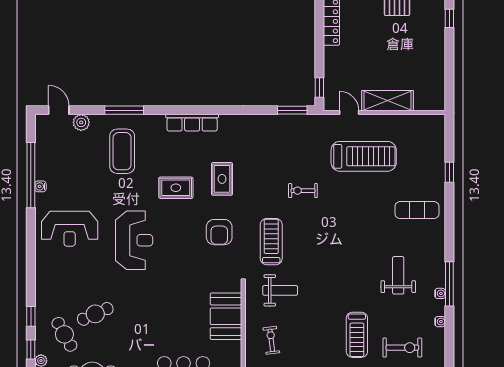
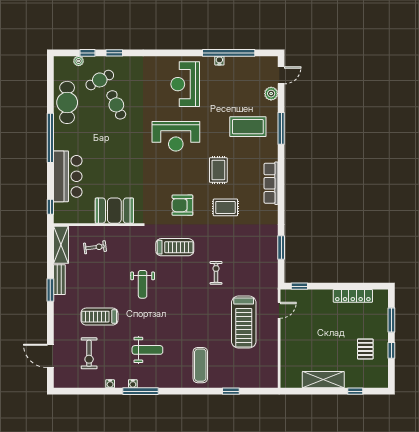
shelving: (387, 101) -> (323, 380), moved, turned 90
window: (292, 110) -> (281, 248), moved
weight bench: (280, 290) -> (143, 284), moved

